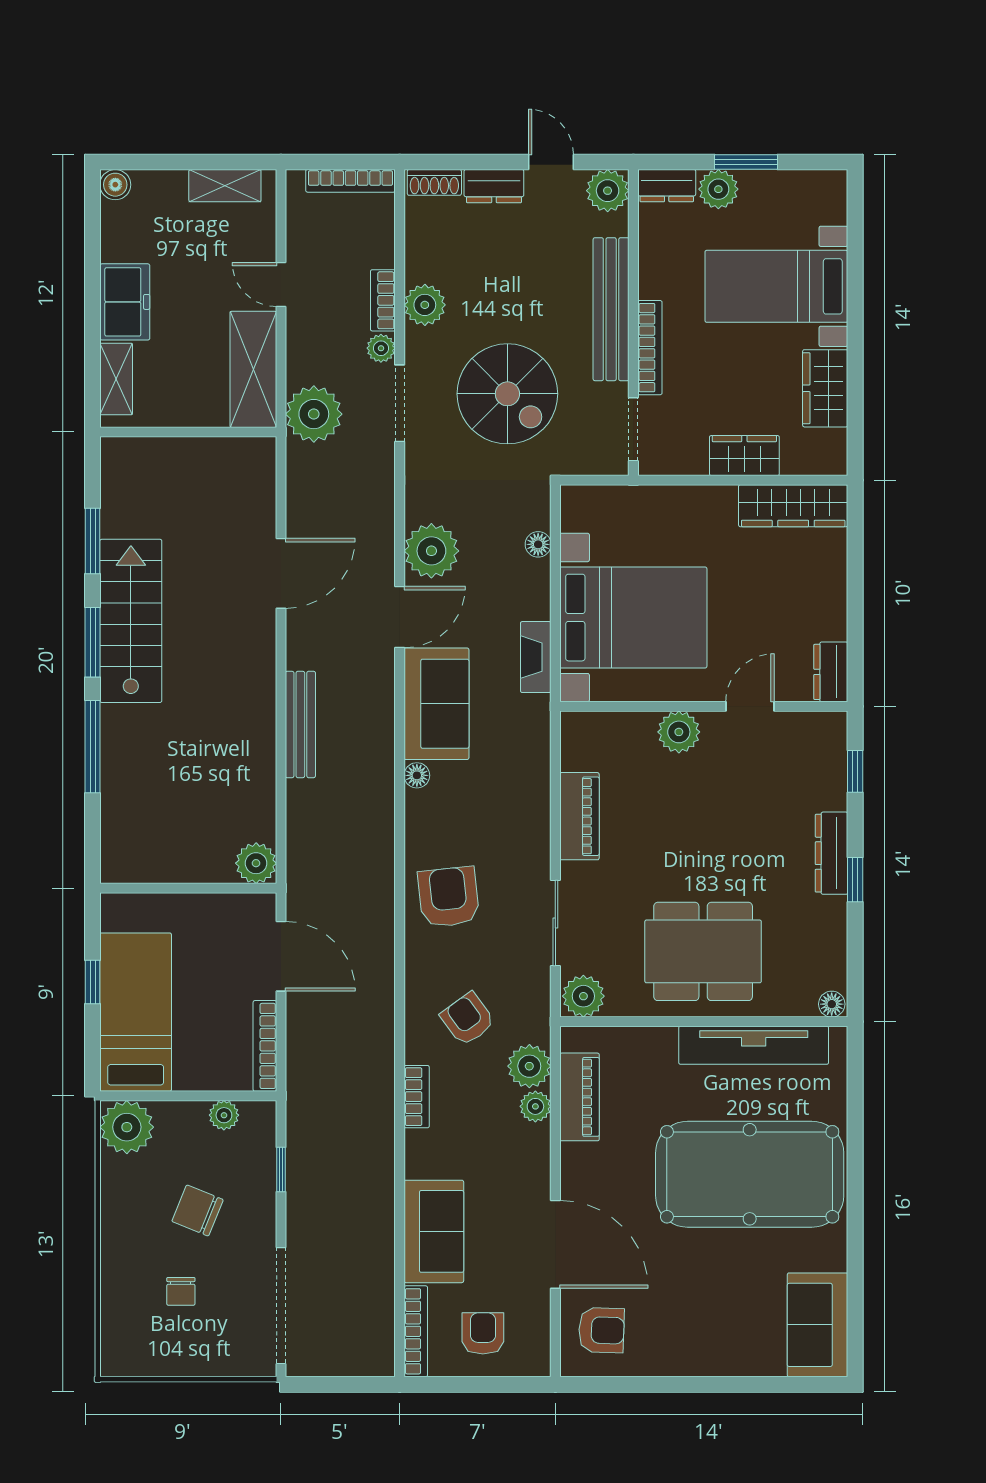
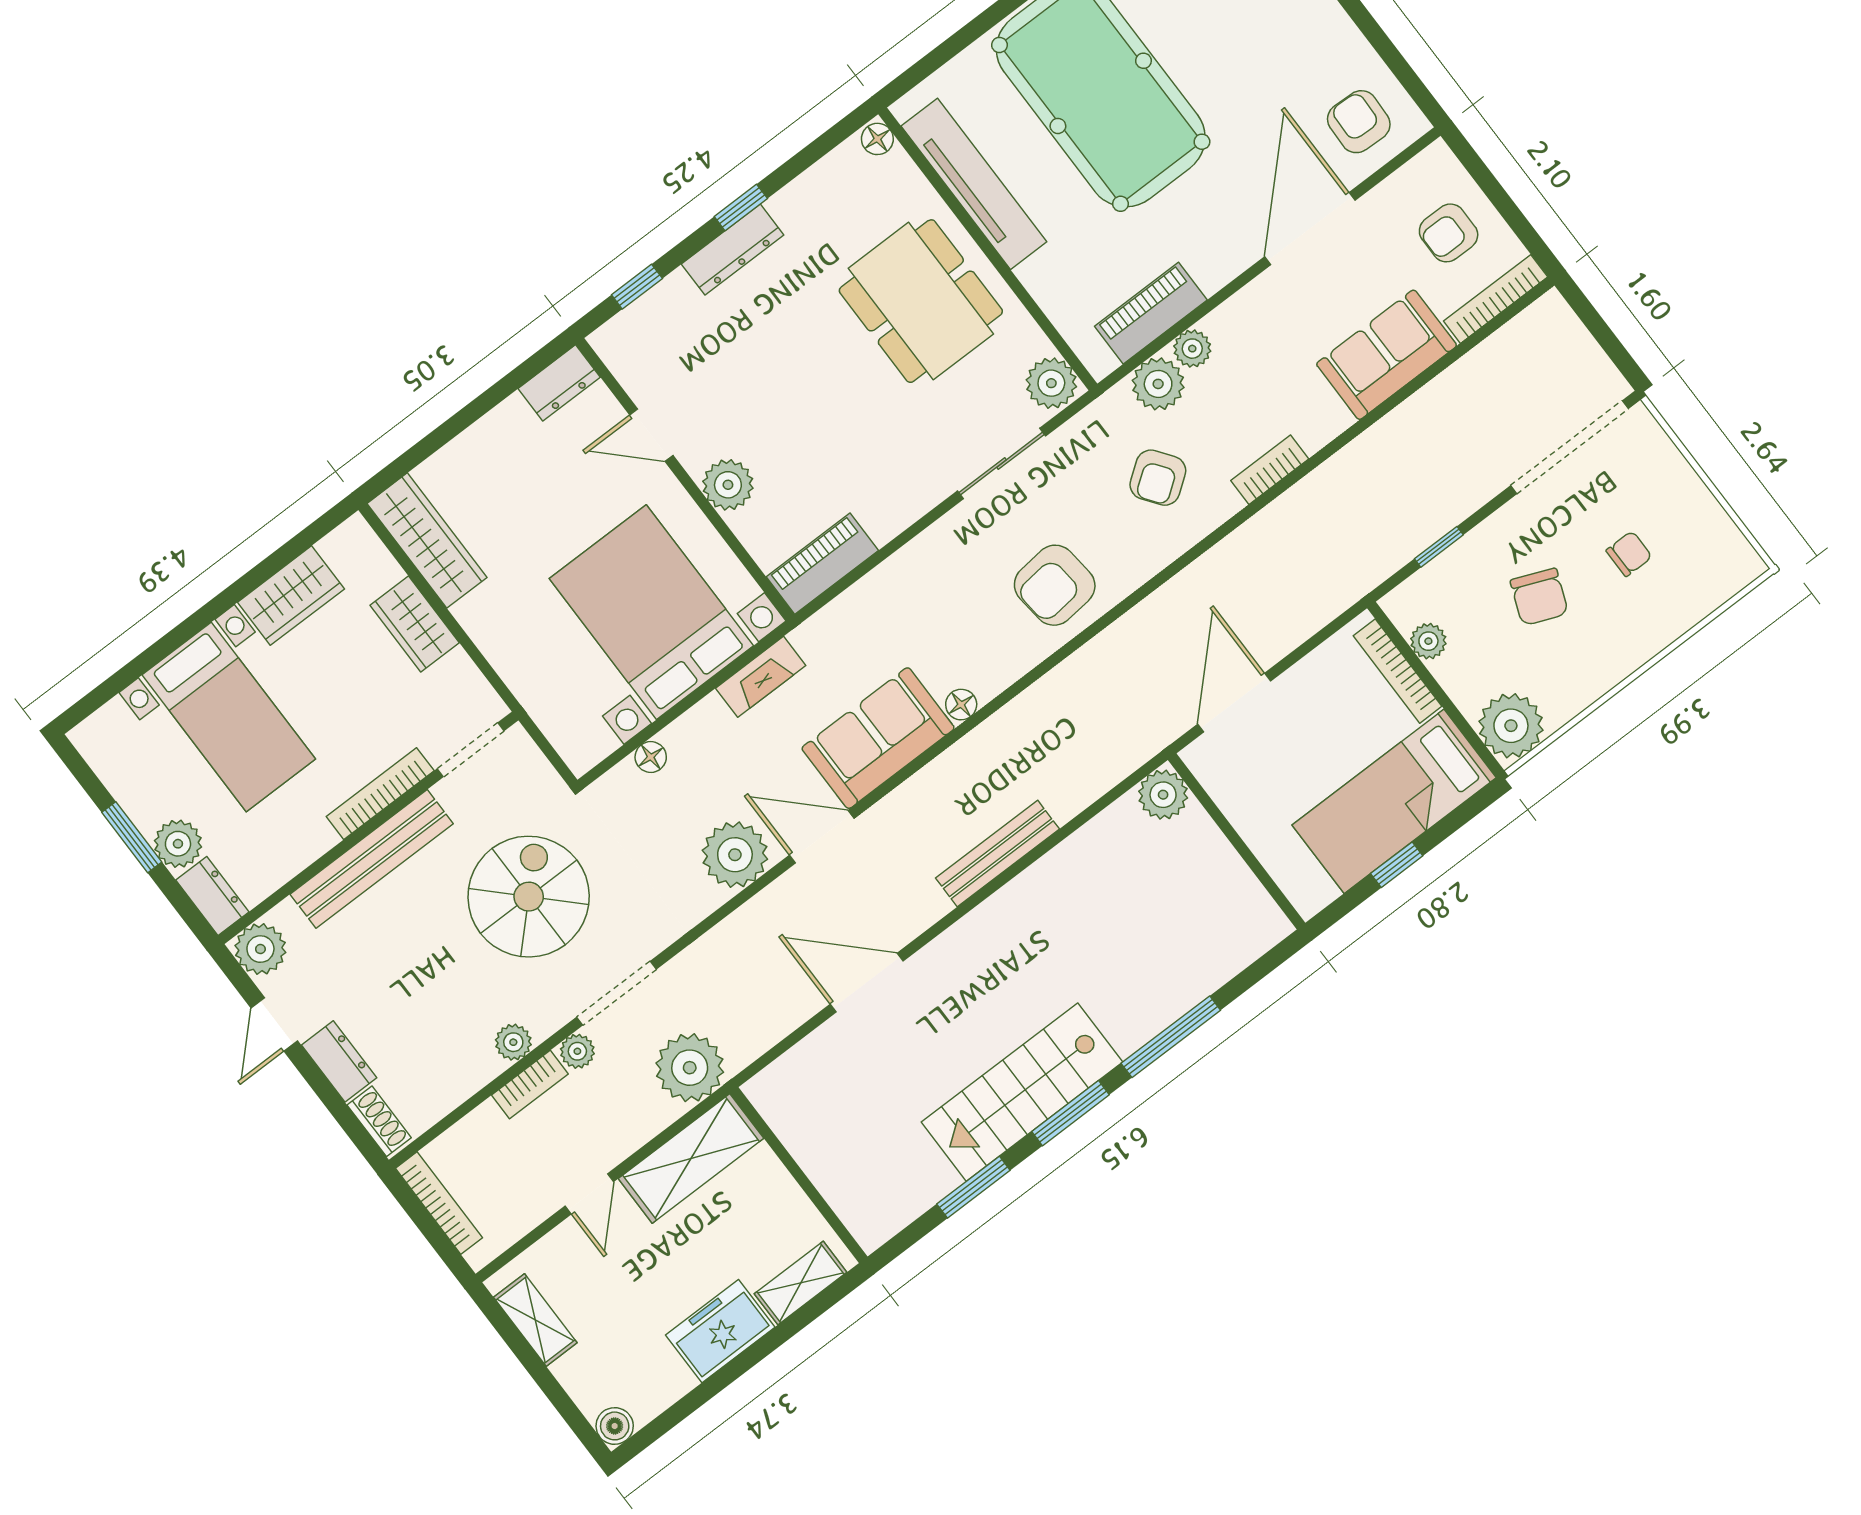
plant: (425, 305) -> (513, 1042), width x0.73, depth x0.73
piano: (579, 816) -> (822, 564), moved
bookcase: (265, 1046) -> (1397, 671), moved, turned 90

